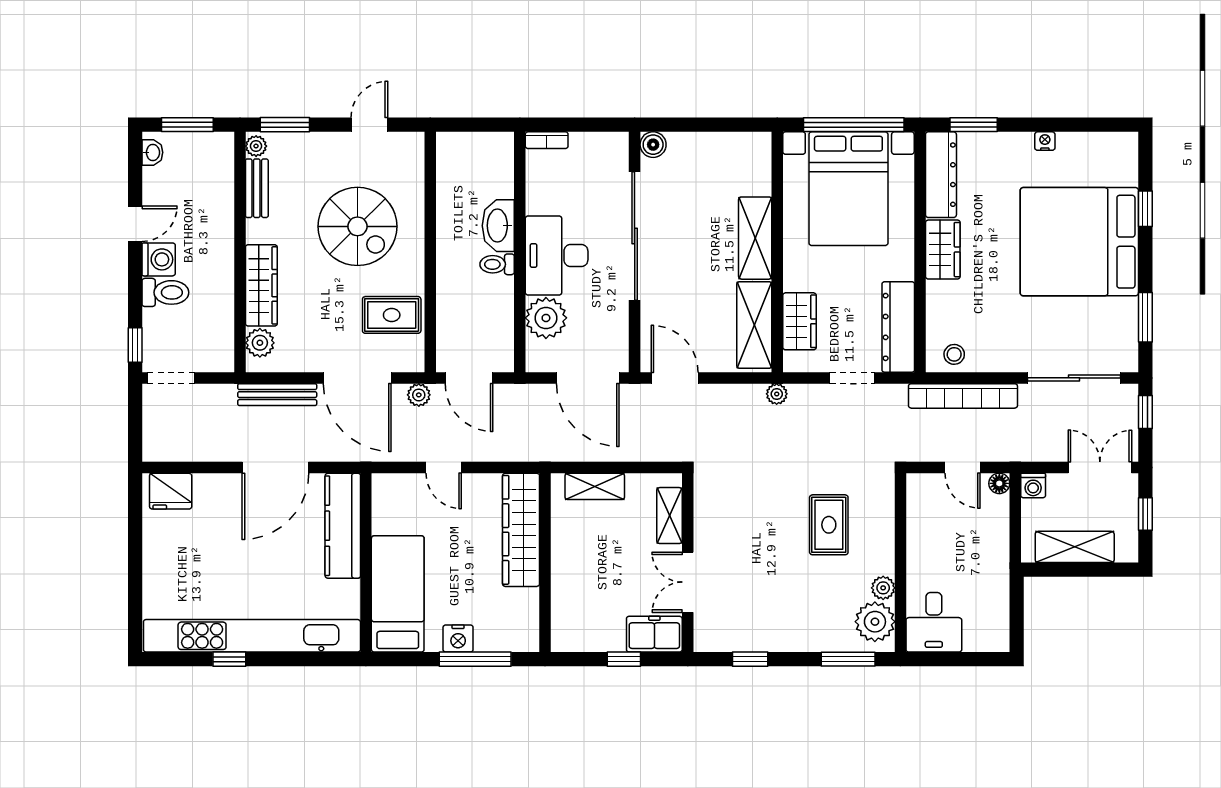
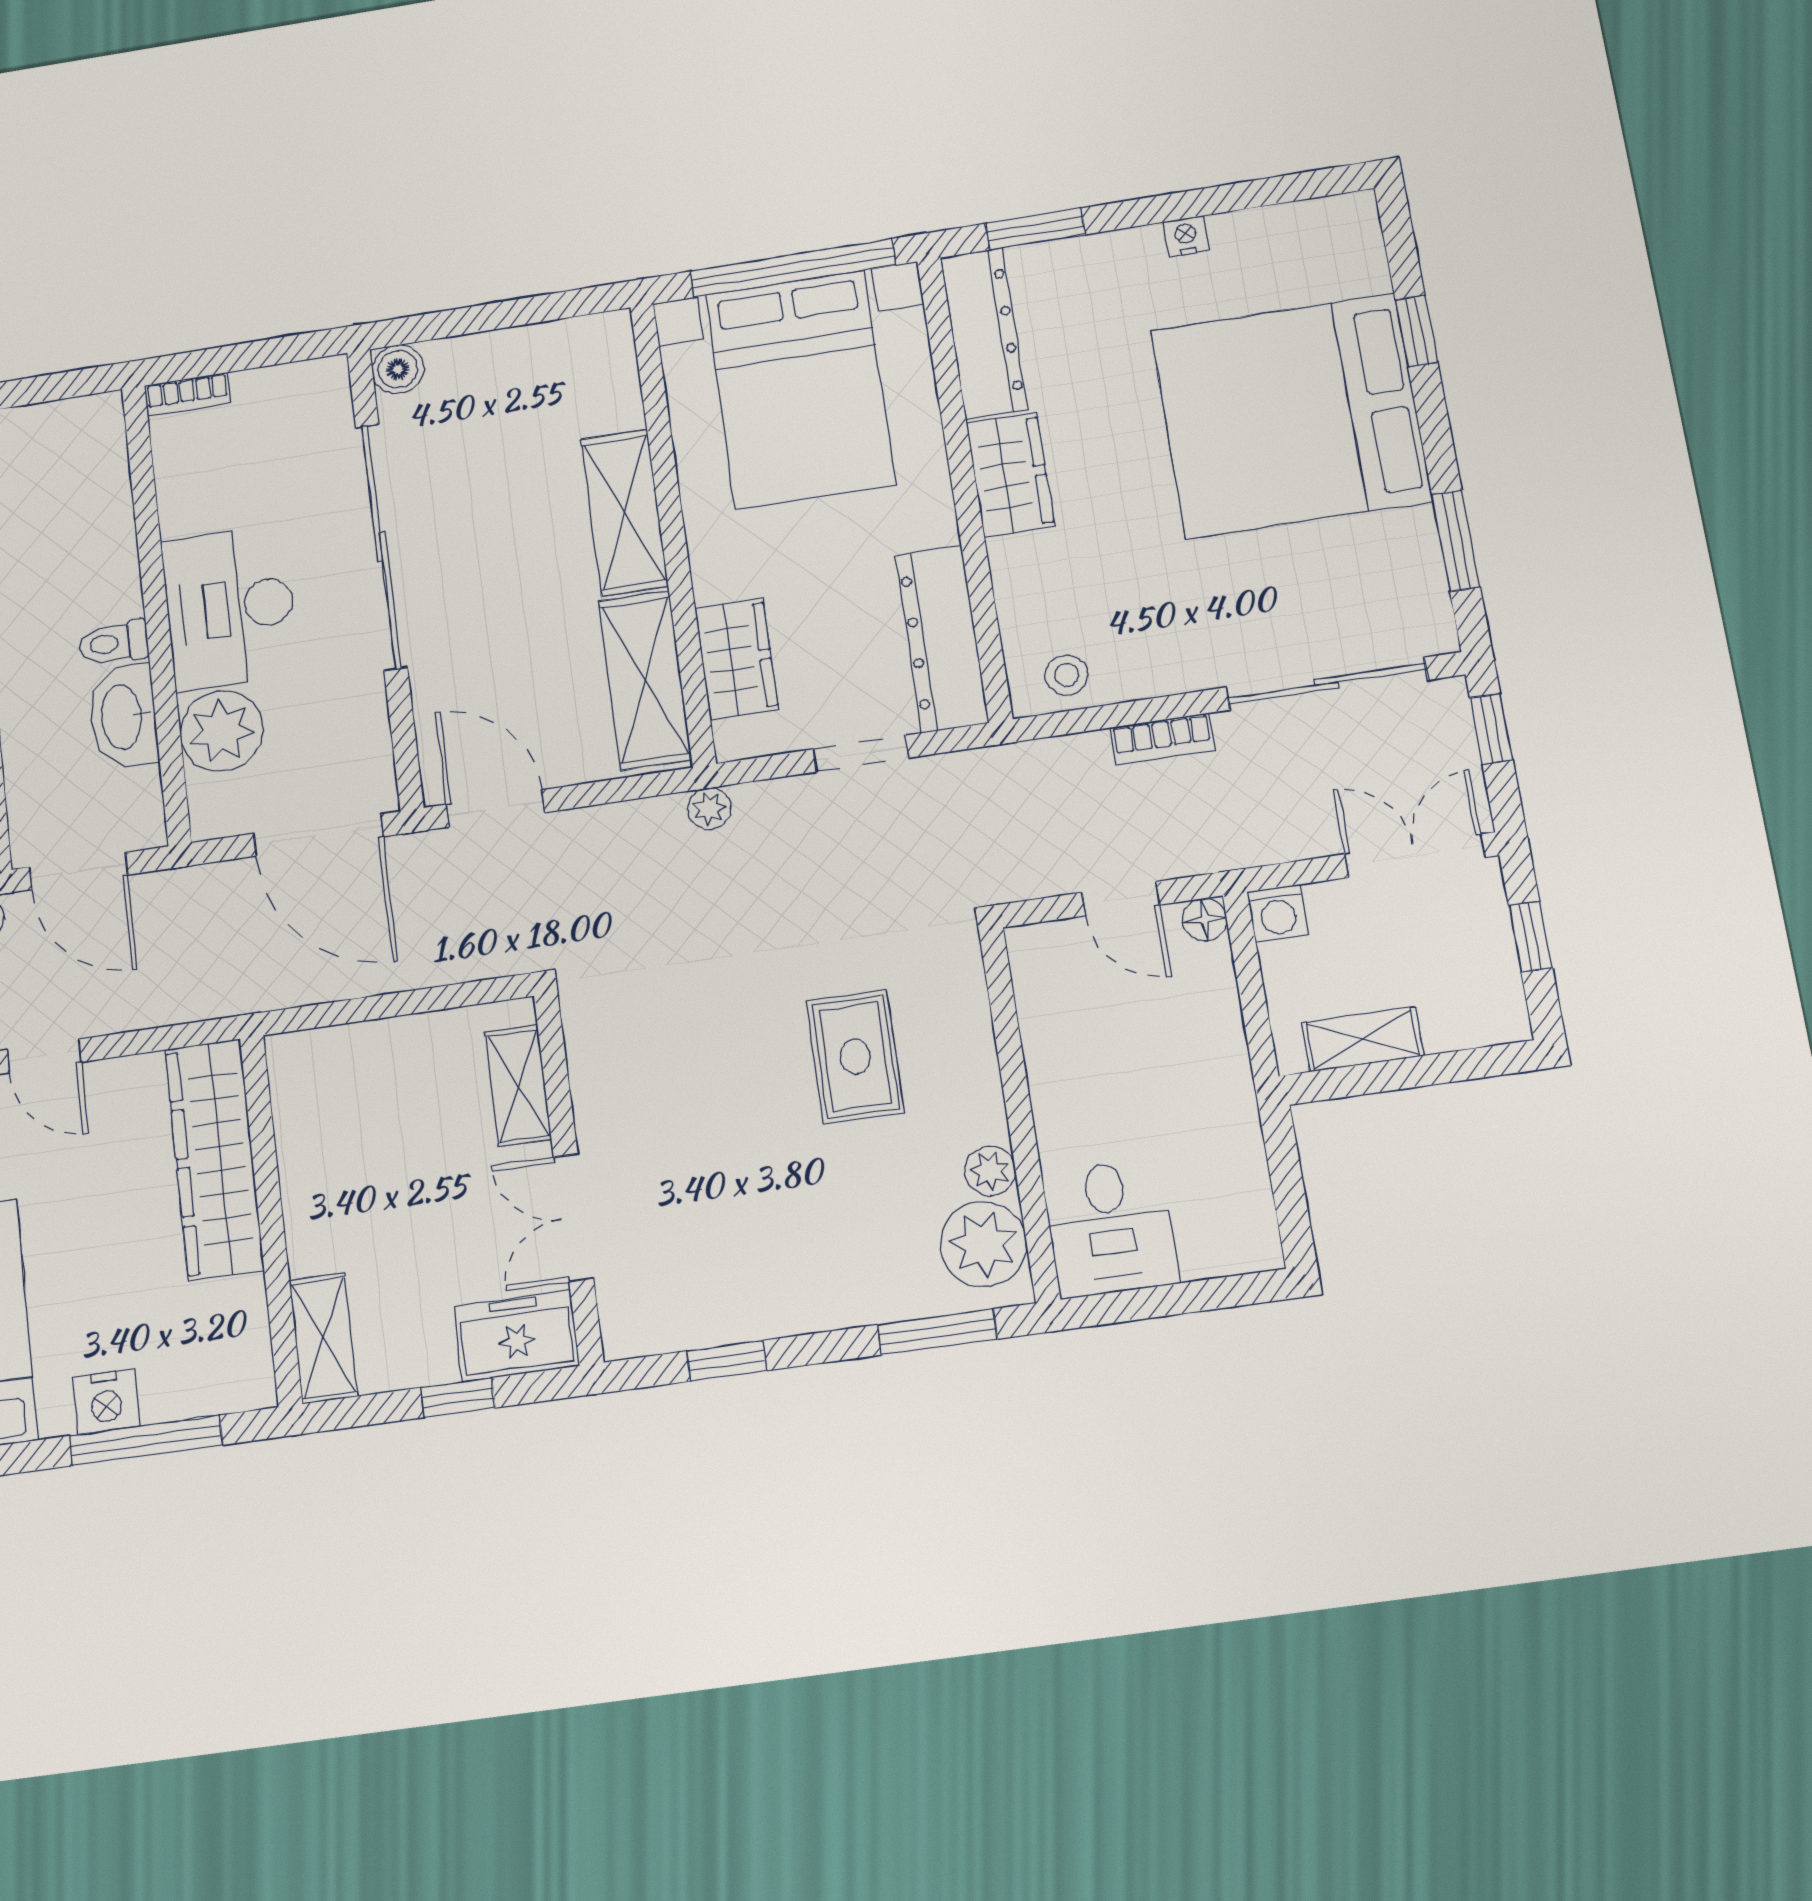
washbasin: (498, 226) -> (123, 717), moved
bookcase: (963, 396) -> (1162, 739), width x0.43, depth x0.76
shelving: (595, 486) -> (323, 1338), moved, turned 90
shelving: (1075, 547) -> (1363, 1039), width x0.67, depth x0.75

